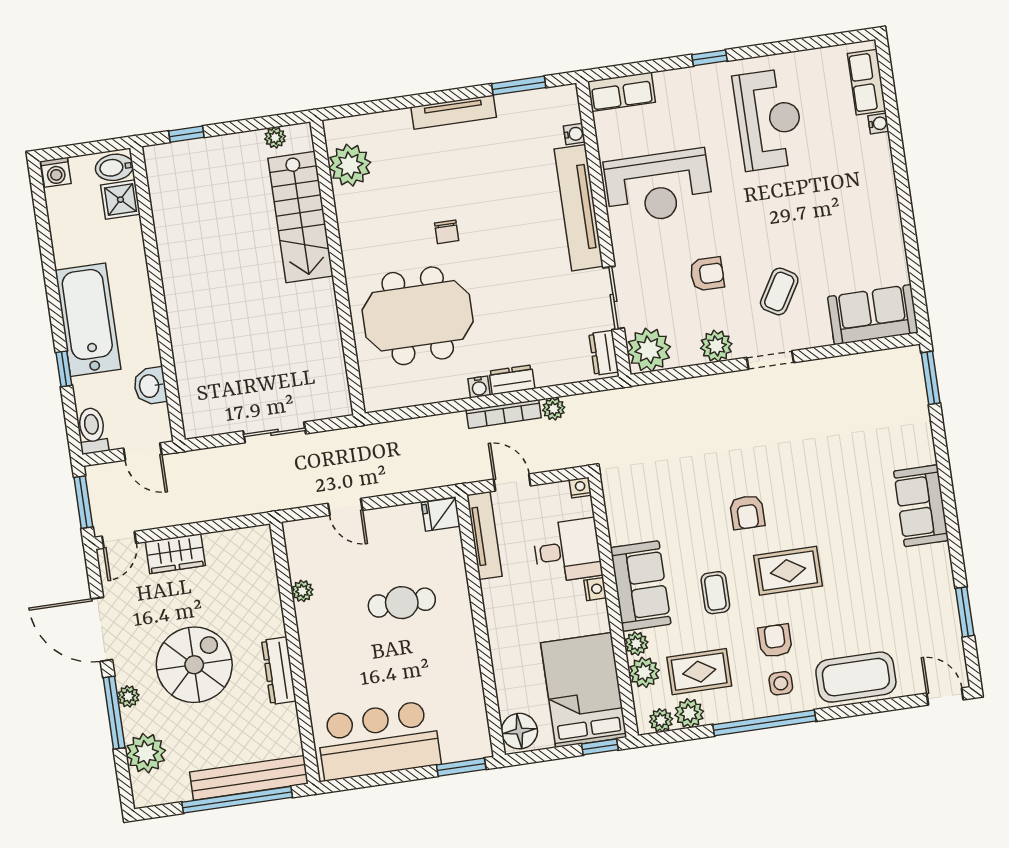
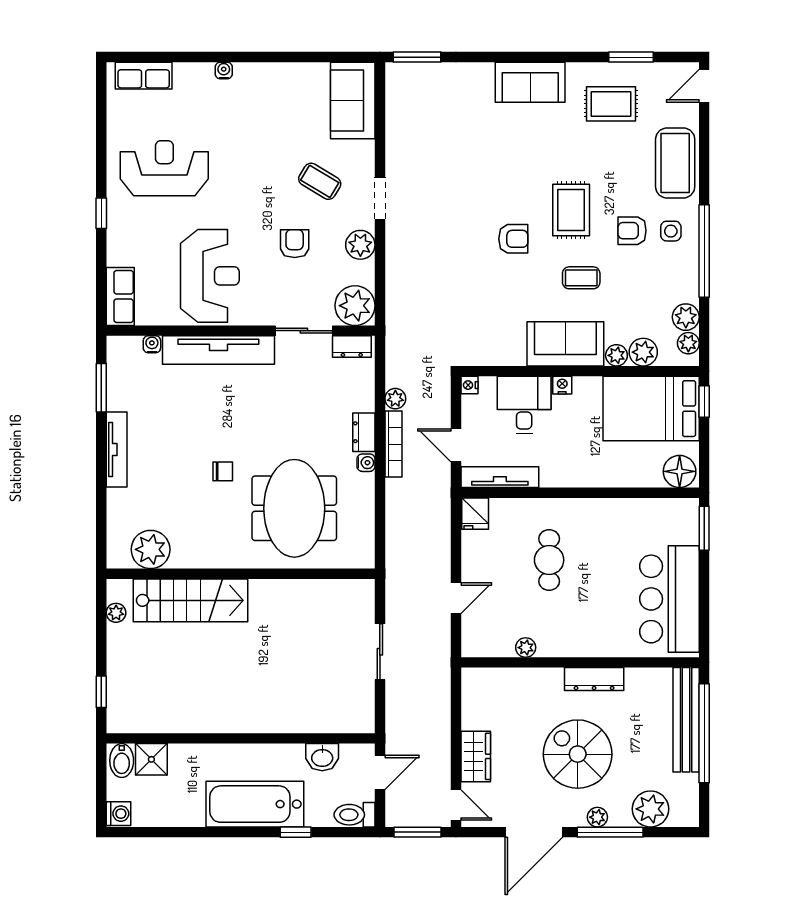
water cooler: (878, 123) -> (224, 70), moved
door: (512, 482) -> (456, 445), hinge flipped
rug: (699, 672) -> (611, 104), moved, turned 90

